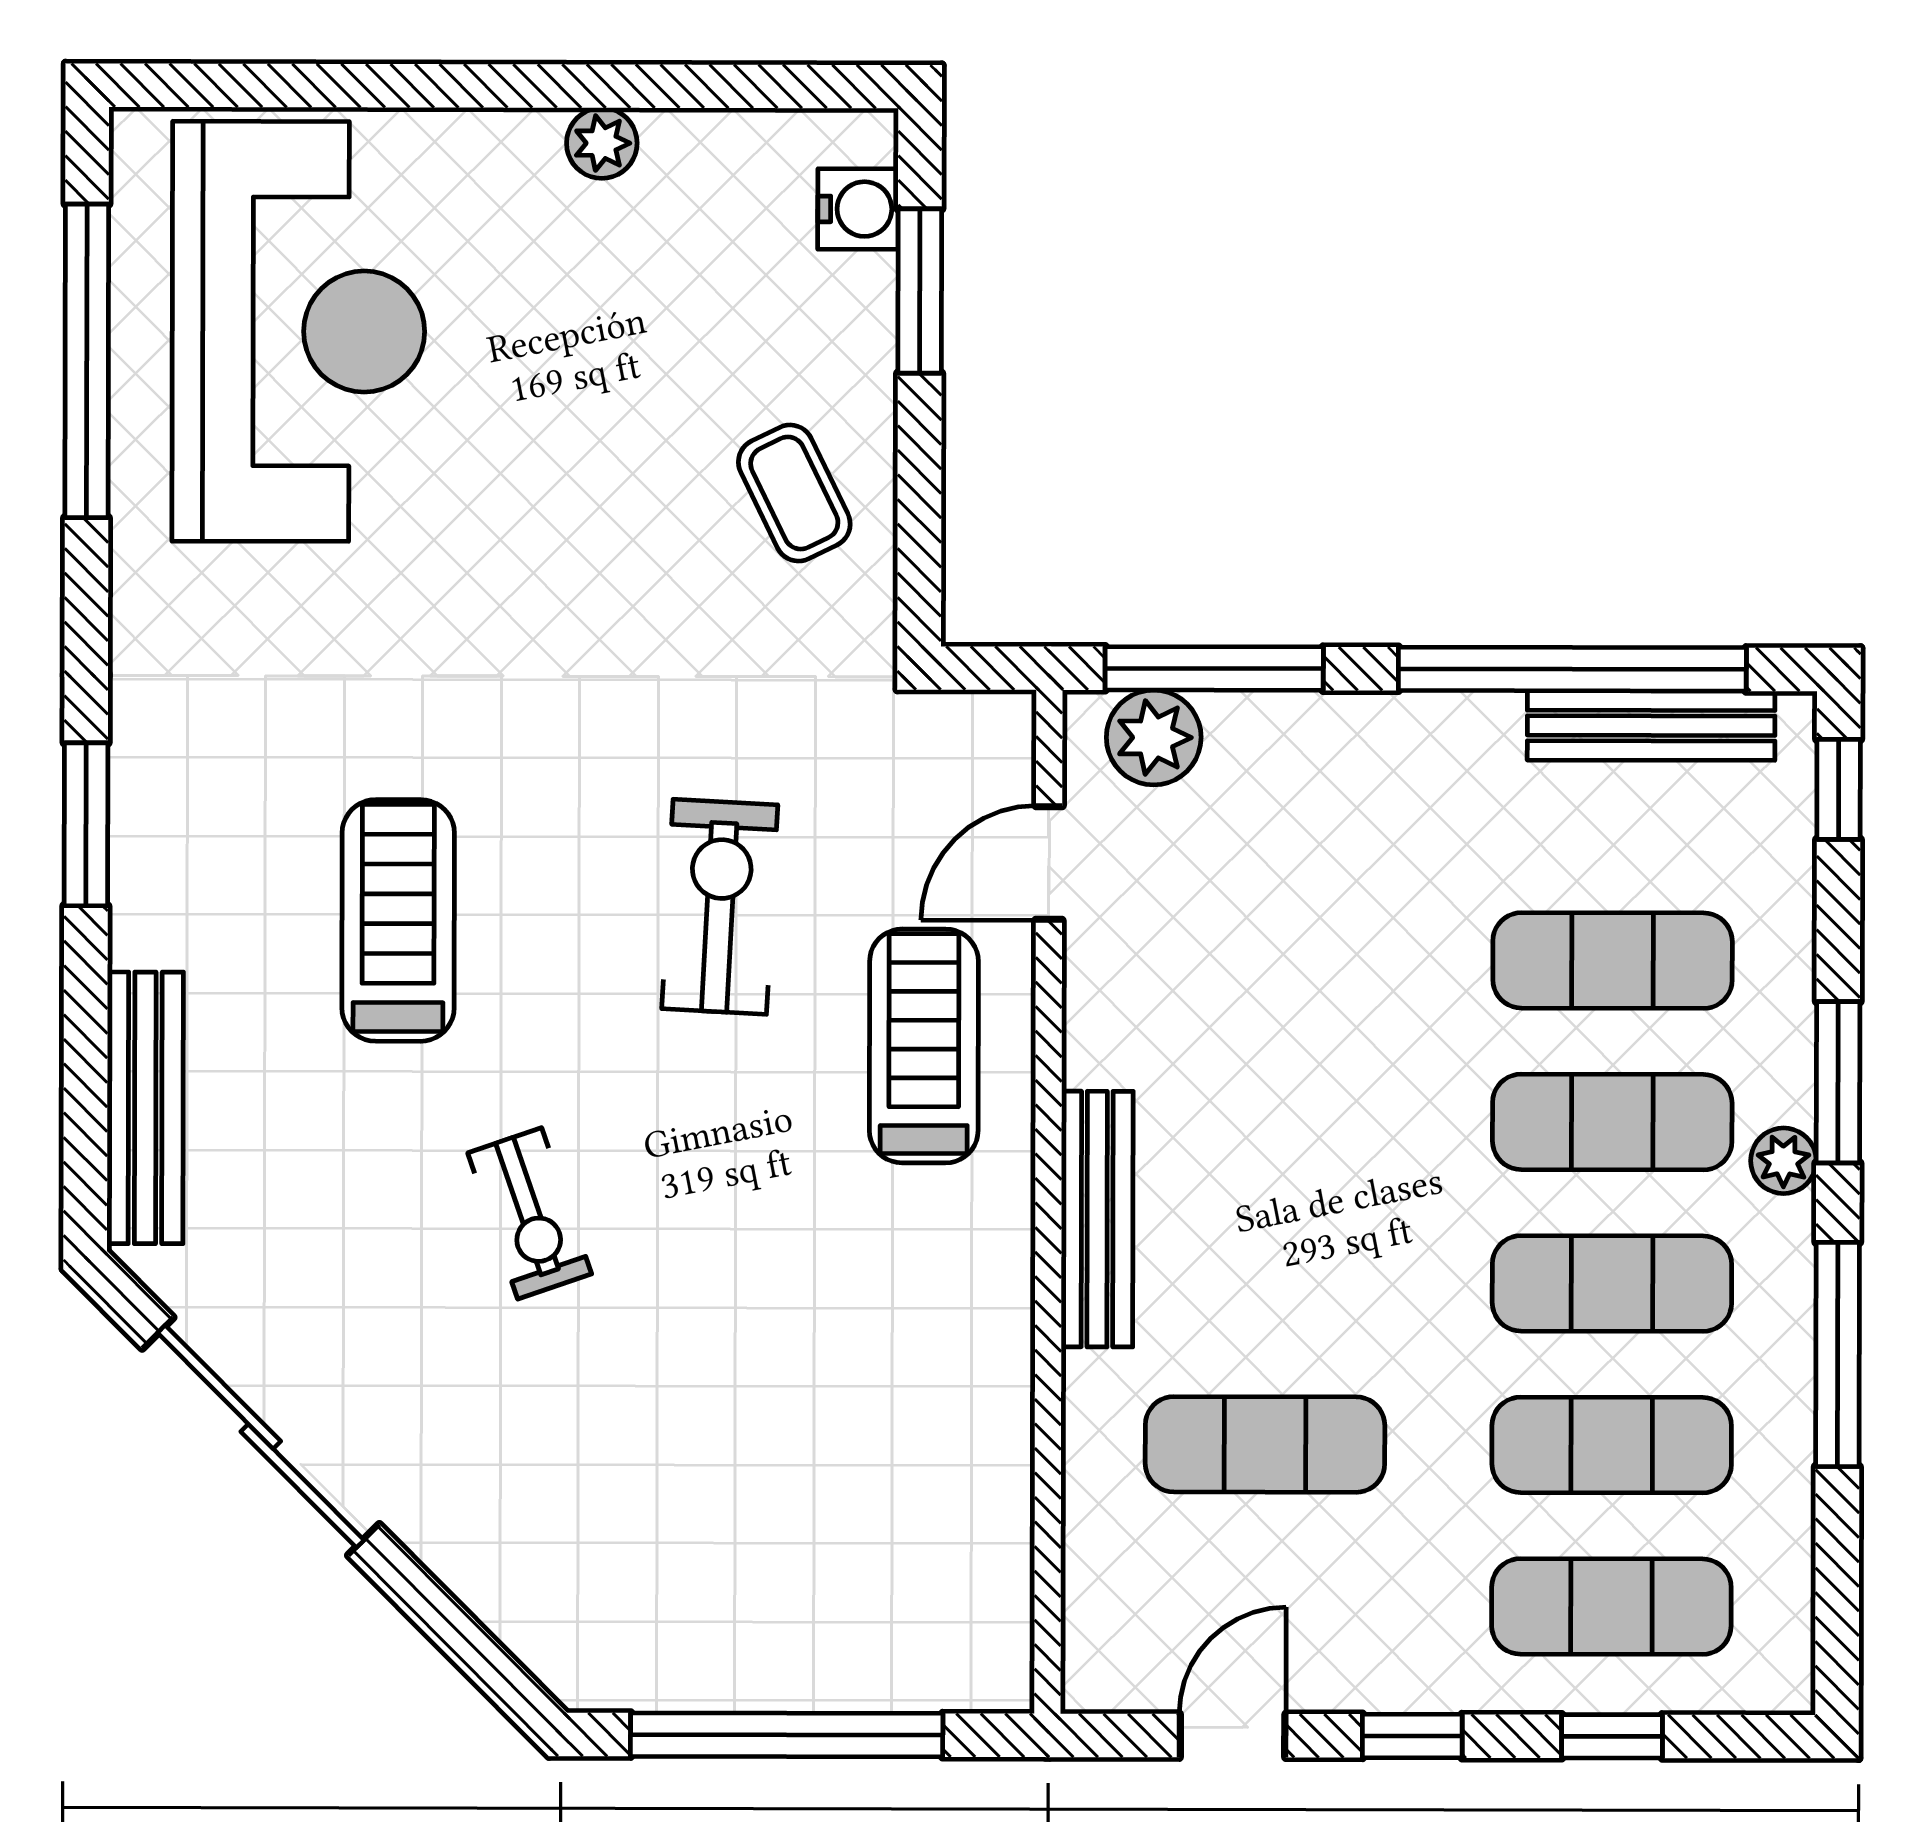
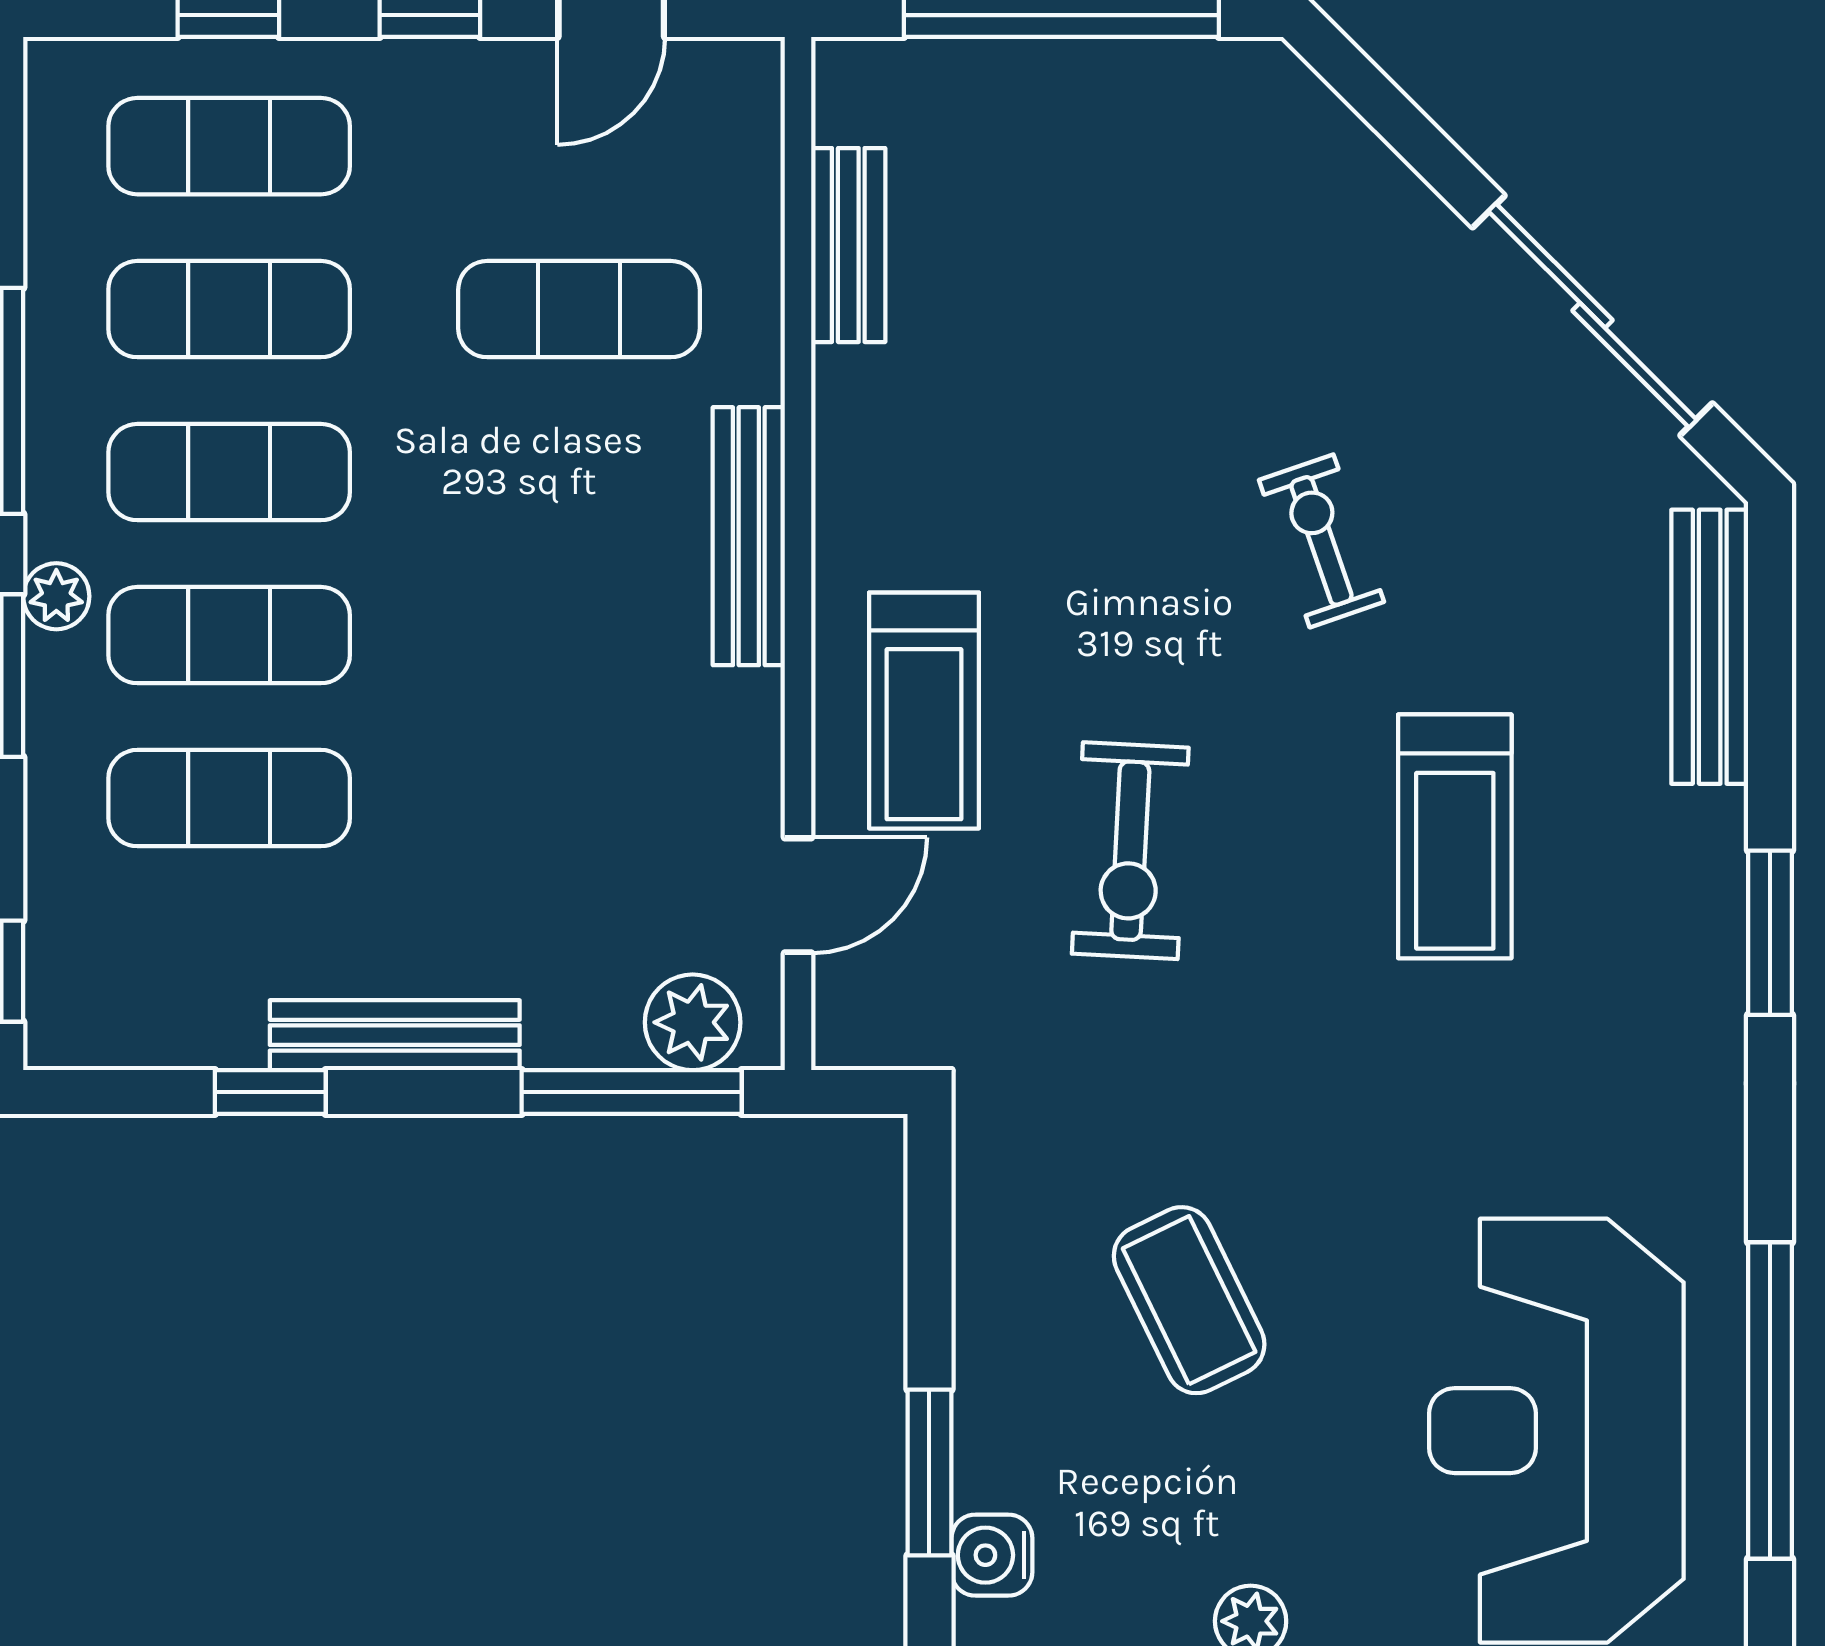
coffee table: (794, 493) -> (1189, 1300), moved, width x1.36, depth x1.30
window: (1572, 669) -> (270, 1092), width x0.32
bench: (1651, 726) -> (395, 1035), moved
bench: (998, 1507) -> (848, 245), added

